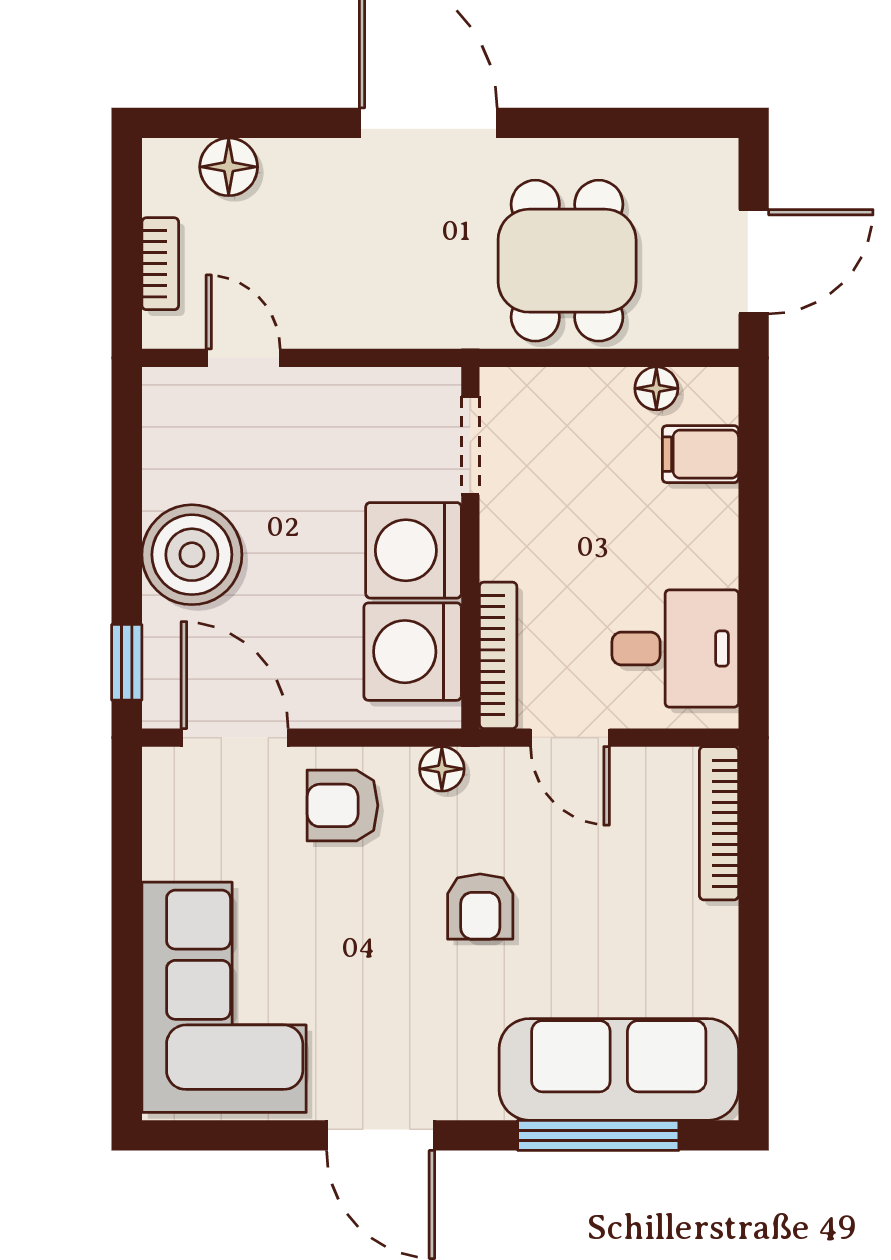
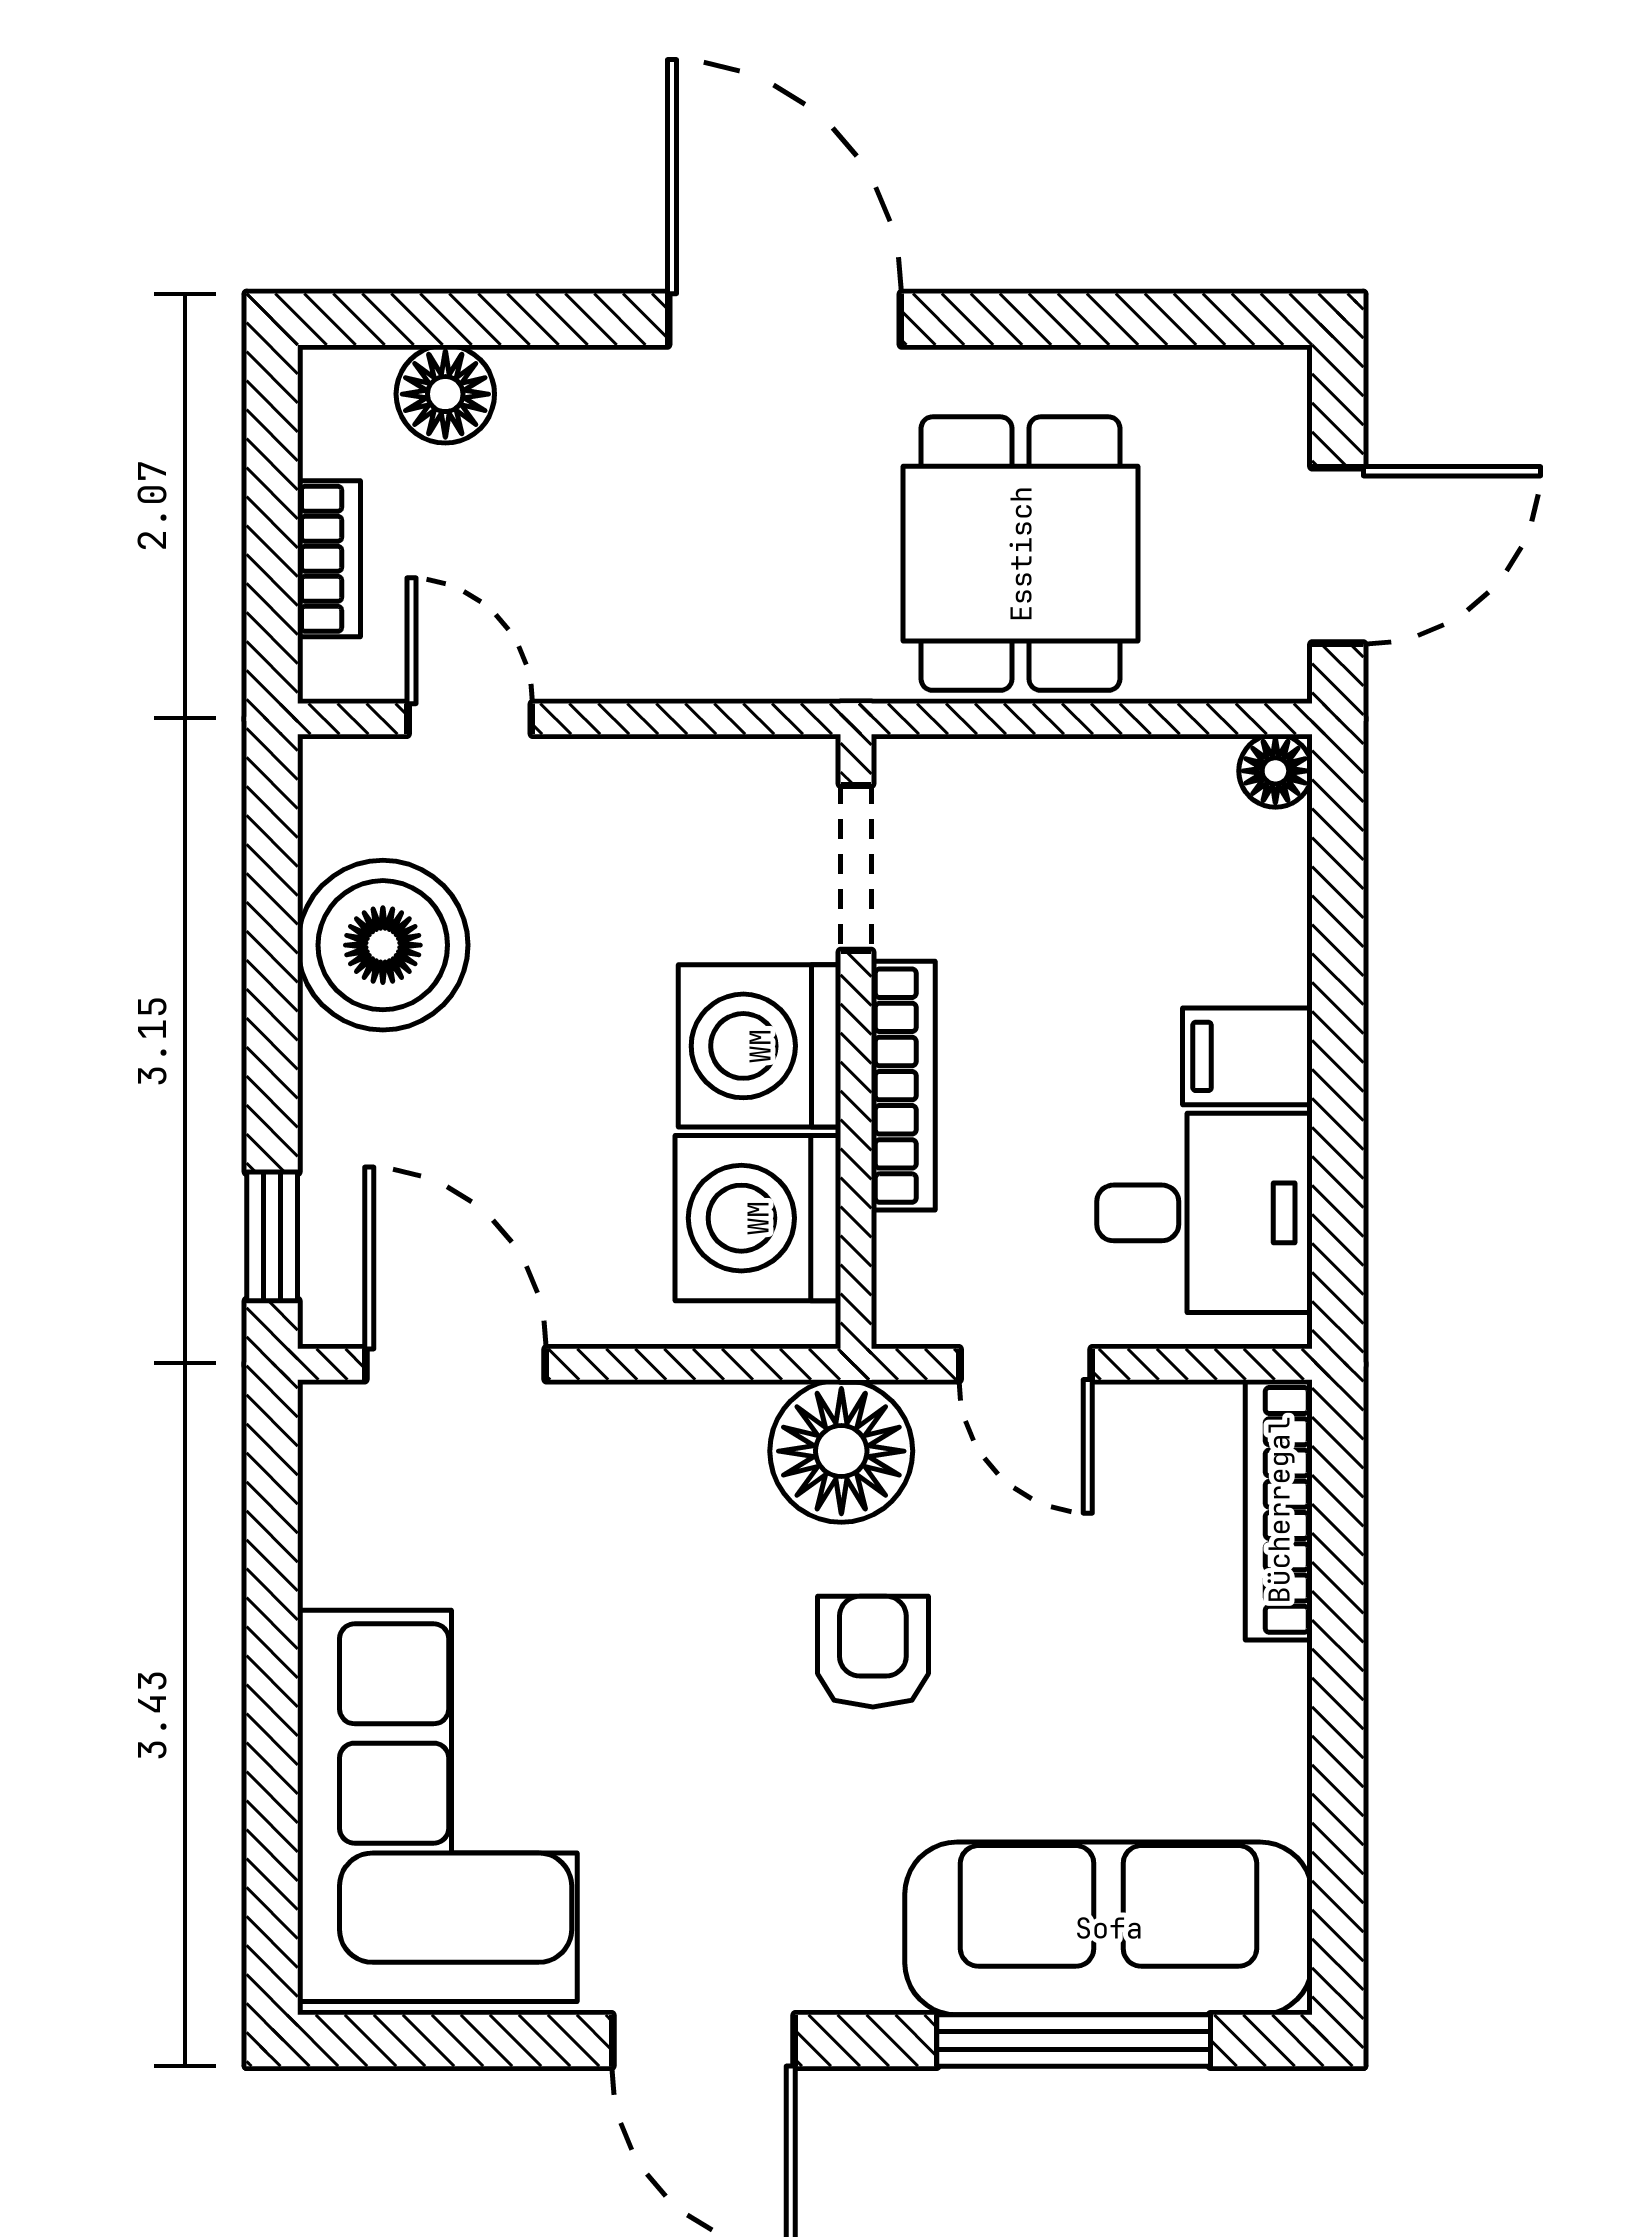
floor lamp: (656, 388) -> (1275, 771), moved
filing cabinet: (700, 454) -> (1247, 1056), moved
boiler: (192, 555) -> (383, 945), moved
bookcase: (498, 655) -> (903, 1086), moved
floor lamp: (442, 769) -> (841, 1451), width x1.89, depth x1.89
armchair: (343, 805) -> (639, 1480), removed
armchair: (480, 907) -> (873, 1652), turned 180

